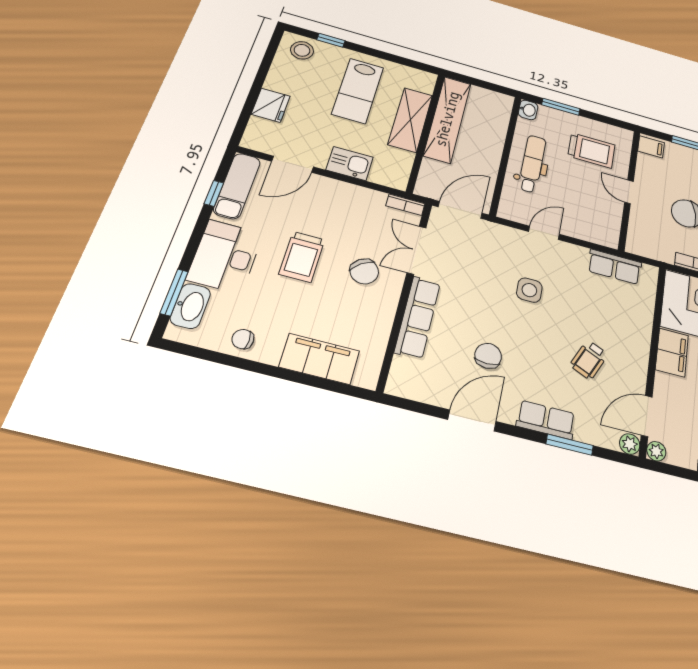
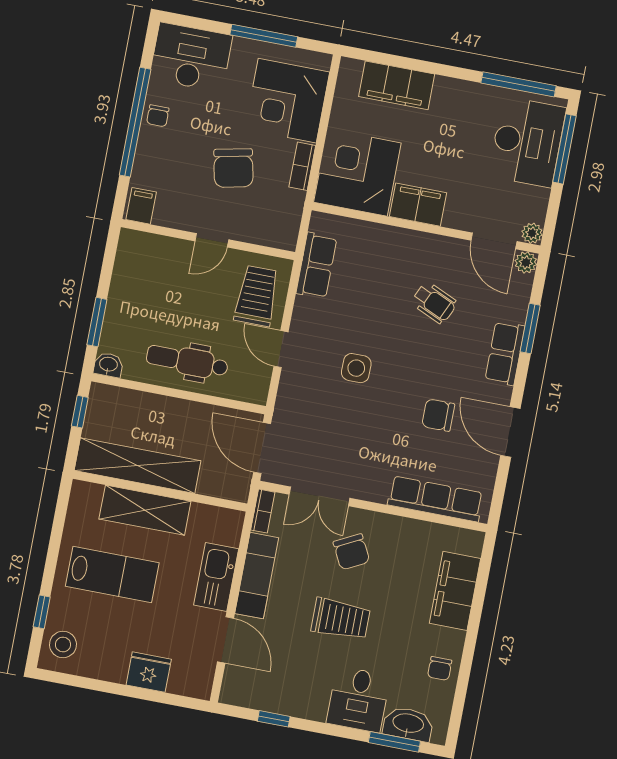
window: (491, 87) -> (80, 412), added
trolley: (592, 150) -> (257, 296), moved
kitchen sink: (350, 164) -> (216, 577), width x1.38
exam couch: (237, 186) -> (257, 576), moved, turned 90
desk: (225, 256) -> (358, 699), width x0.73
chair: (364, 271) -> (351, 552), turned 100
row of seats: (418, 317) -> (435, 499), moved

